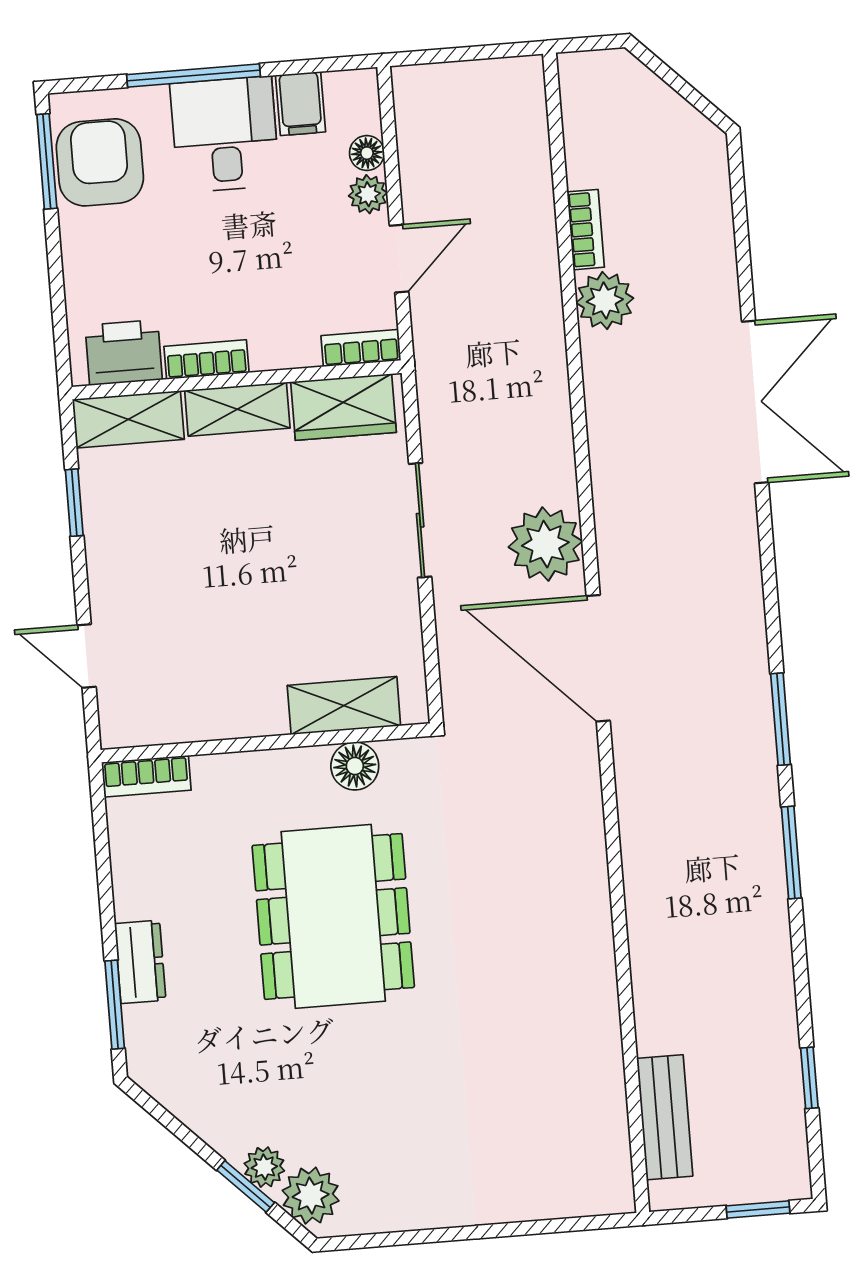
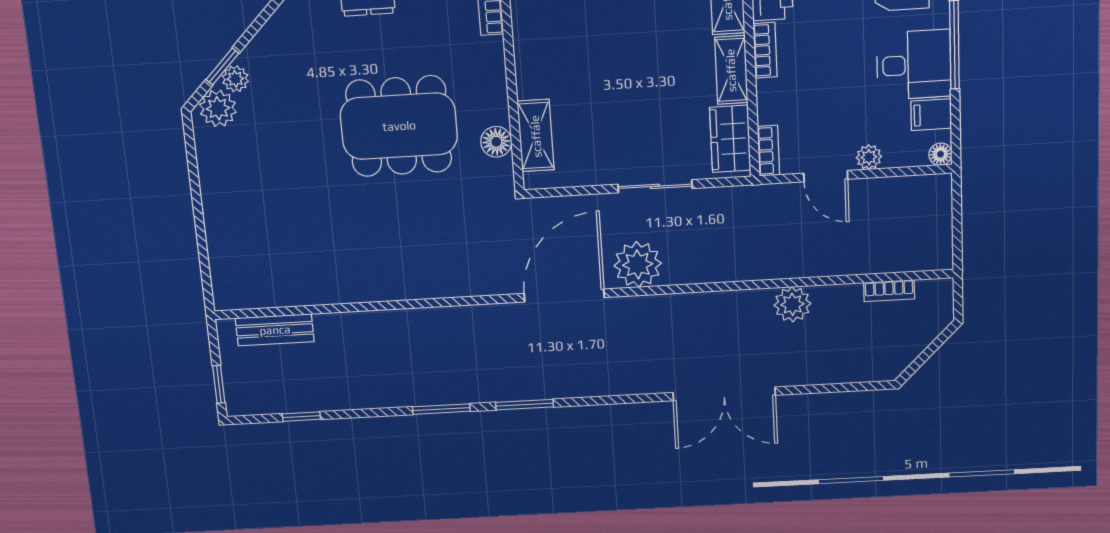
floor lamp: (367, 153) -> (940, 154), moved
bookcase: (586, 230) -> (889, 291), moved

